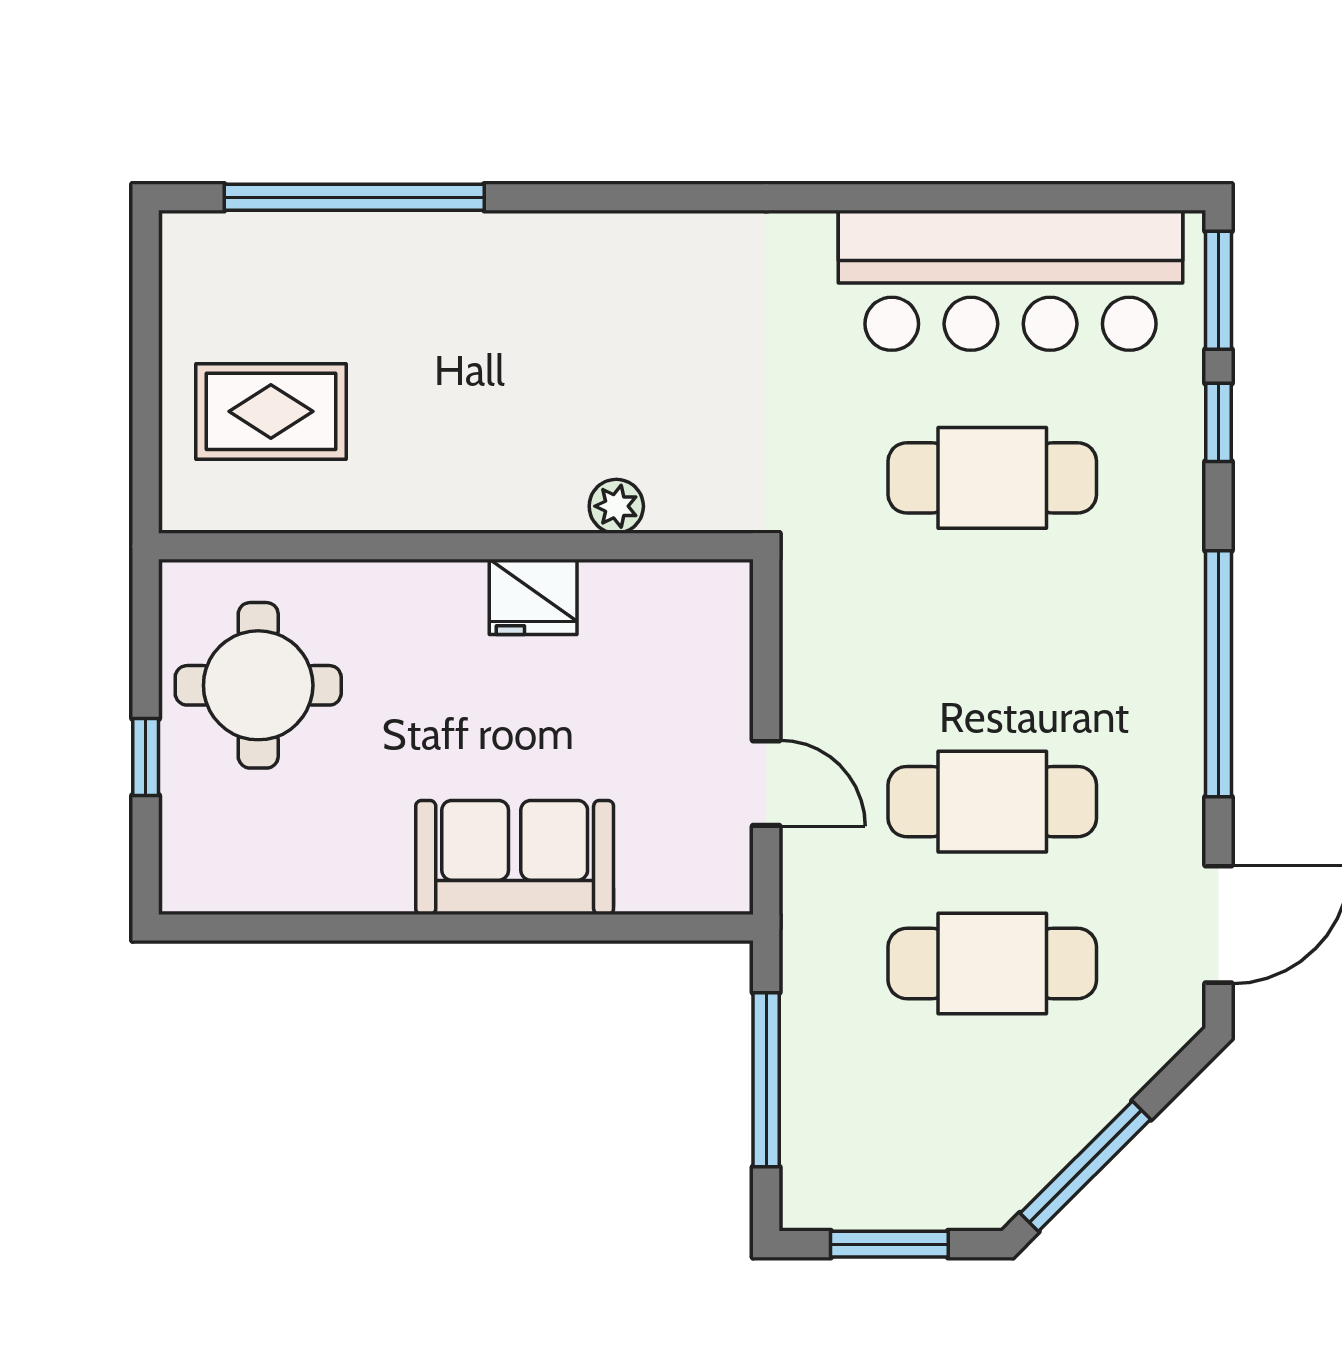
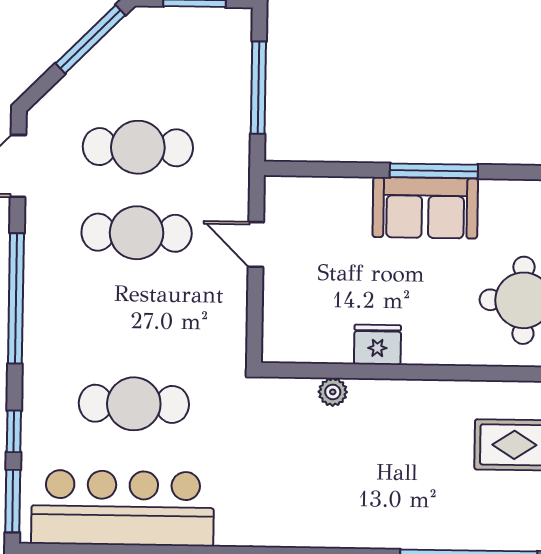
sofa: (515, 857) -> (425, 208), moved
window: (432, 927) -> (434, 171), added

